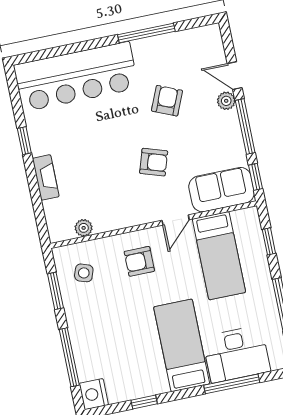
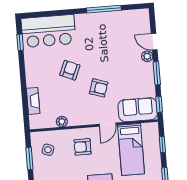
bar counter: (76, 77) -> (48, 31), width x0.73
armchair: (167, 101) -> (70, 70), moved
window: (245, 126) -> (157, 73), width x0.69
window: (24, 141) -> (20, 42), moved
fireplace: (46, 177) -> (33, 101), moved
plant: (84, 228) -> (62, 122), moved

